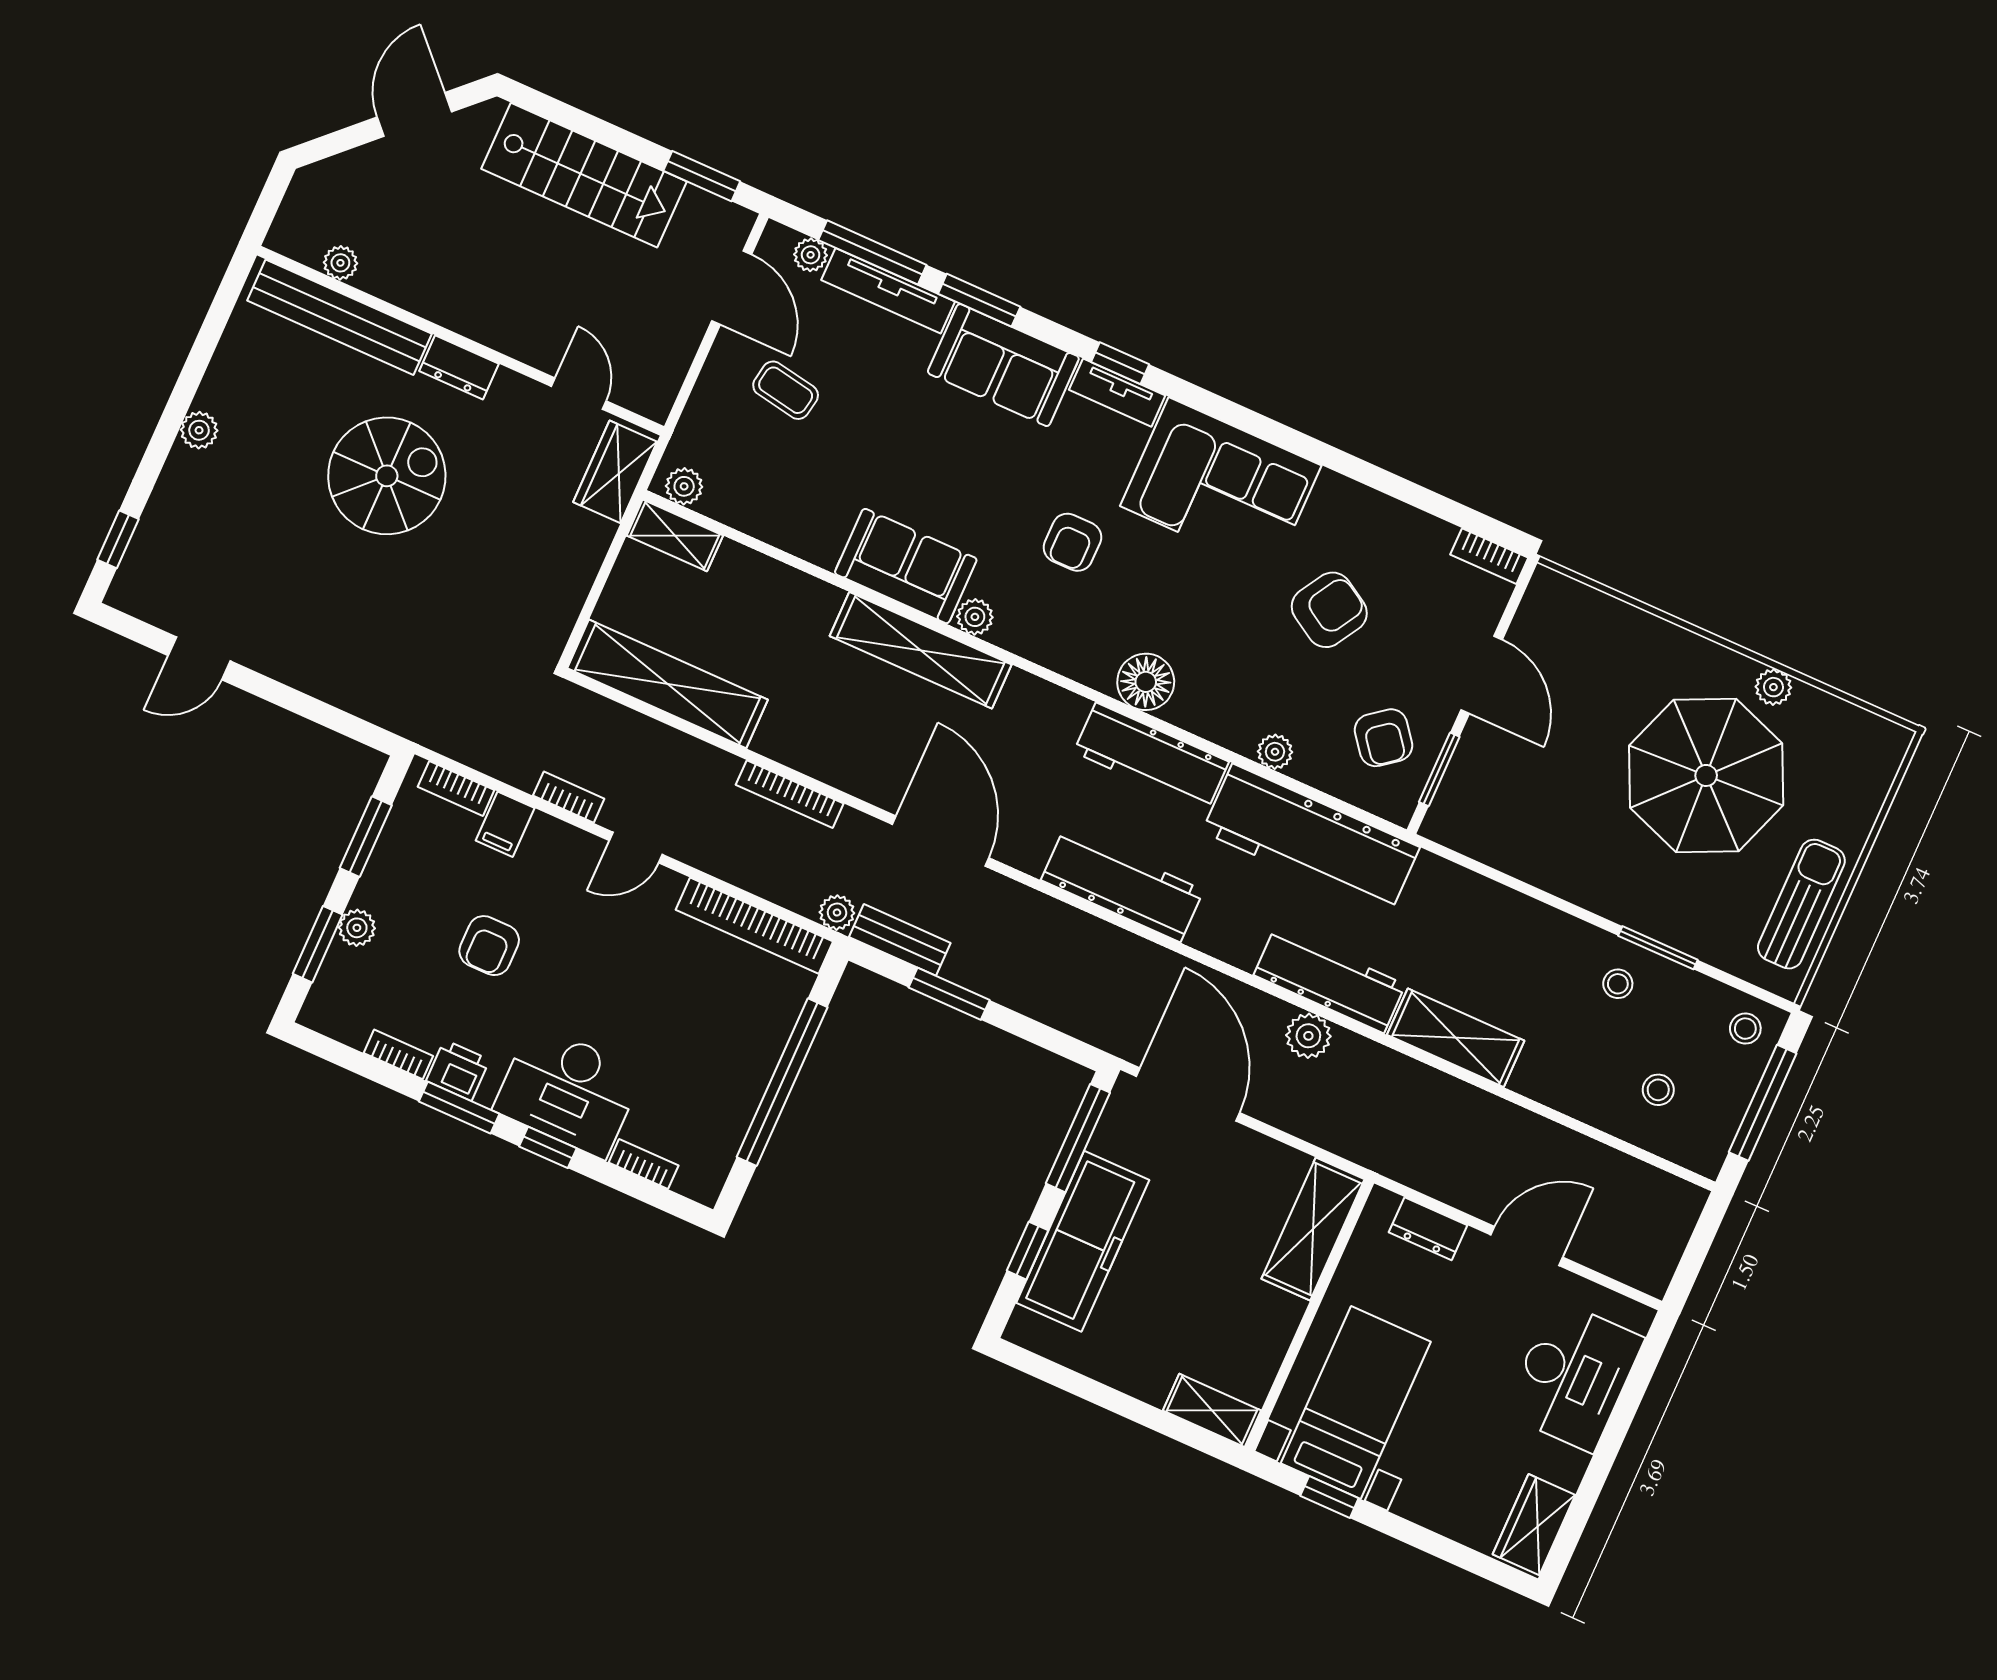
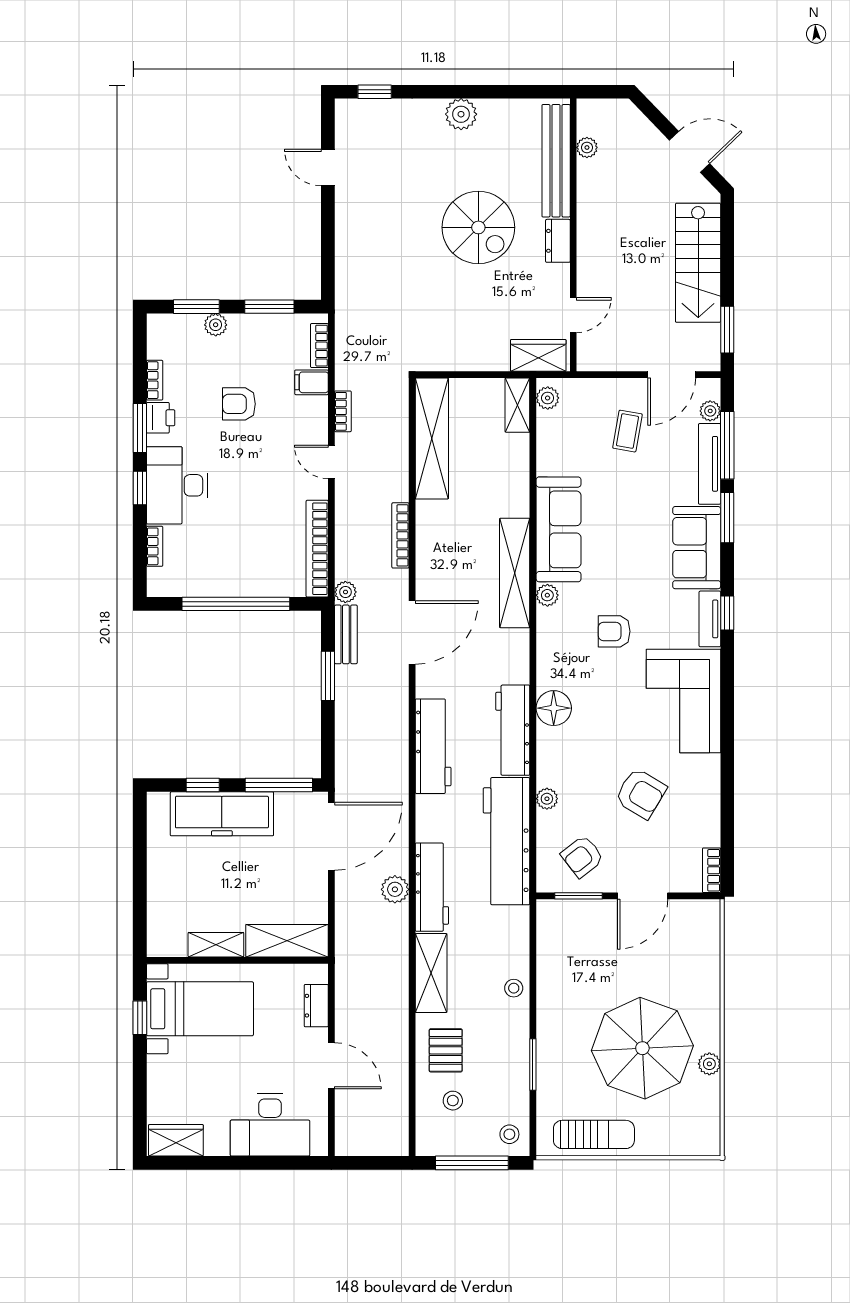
plant: (199, 430) -> (461, 114), width x1.38, depth x1.38
sofa: (906, 566) -> (559, 529), width x1.36
stool: (1618, 984) -> (514, 988), moved
pallet: (1579, 1067) -> (446, 1050), added
shelving: (1212, 1410) -> (216, 945), moved, turned 90

